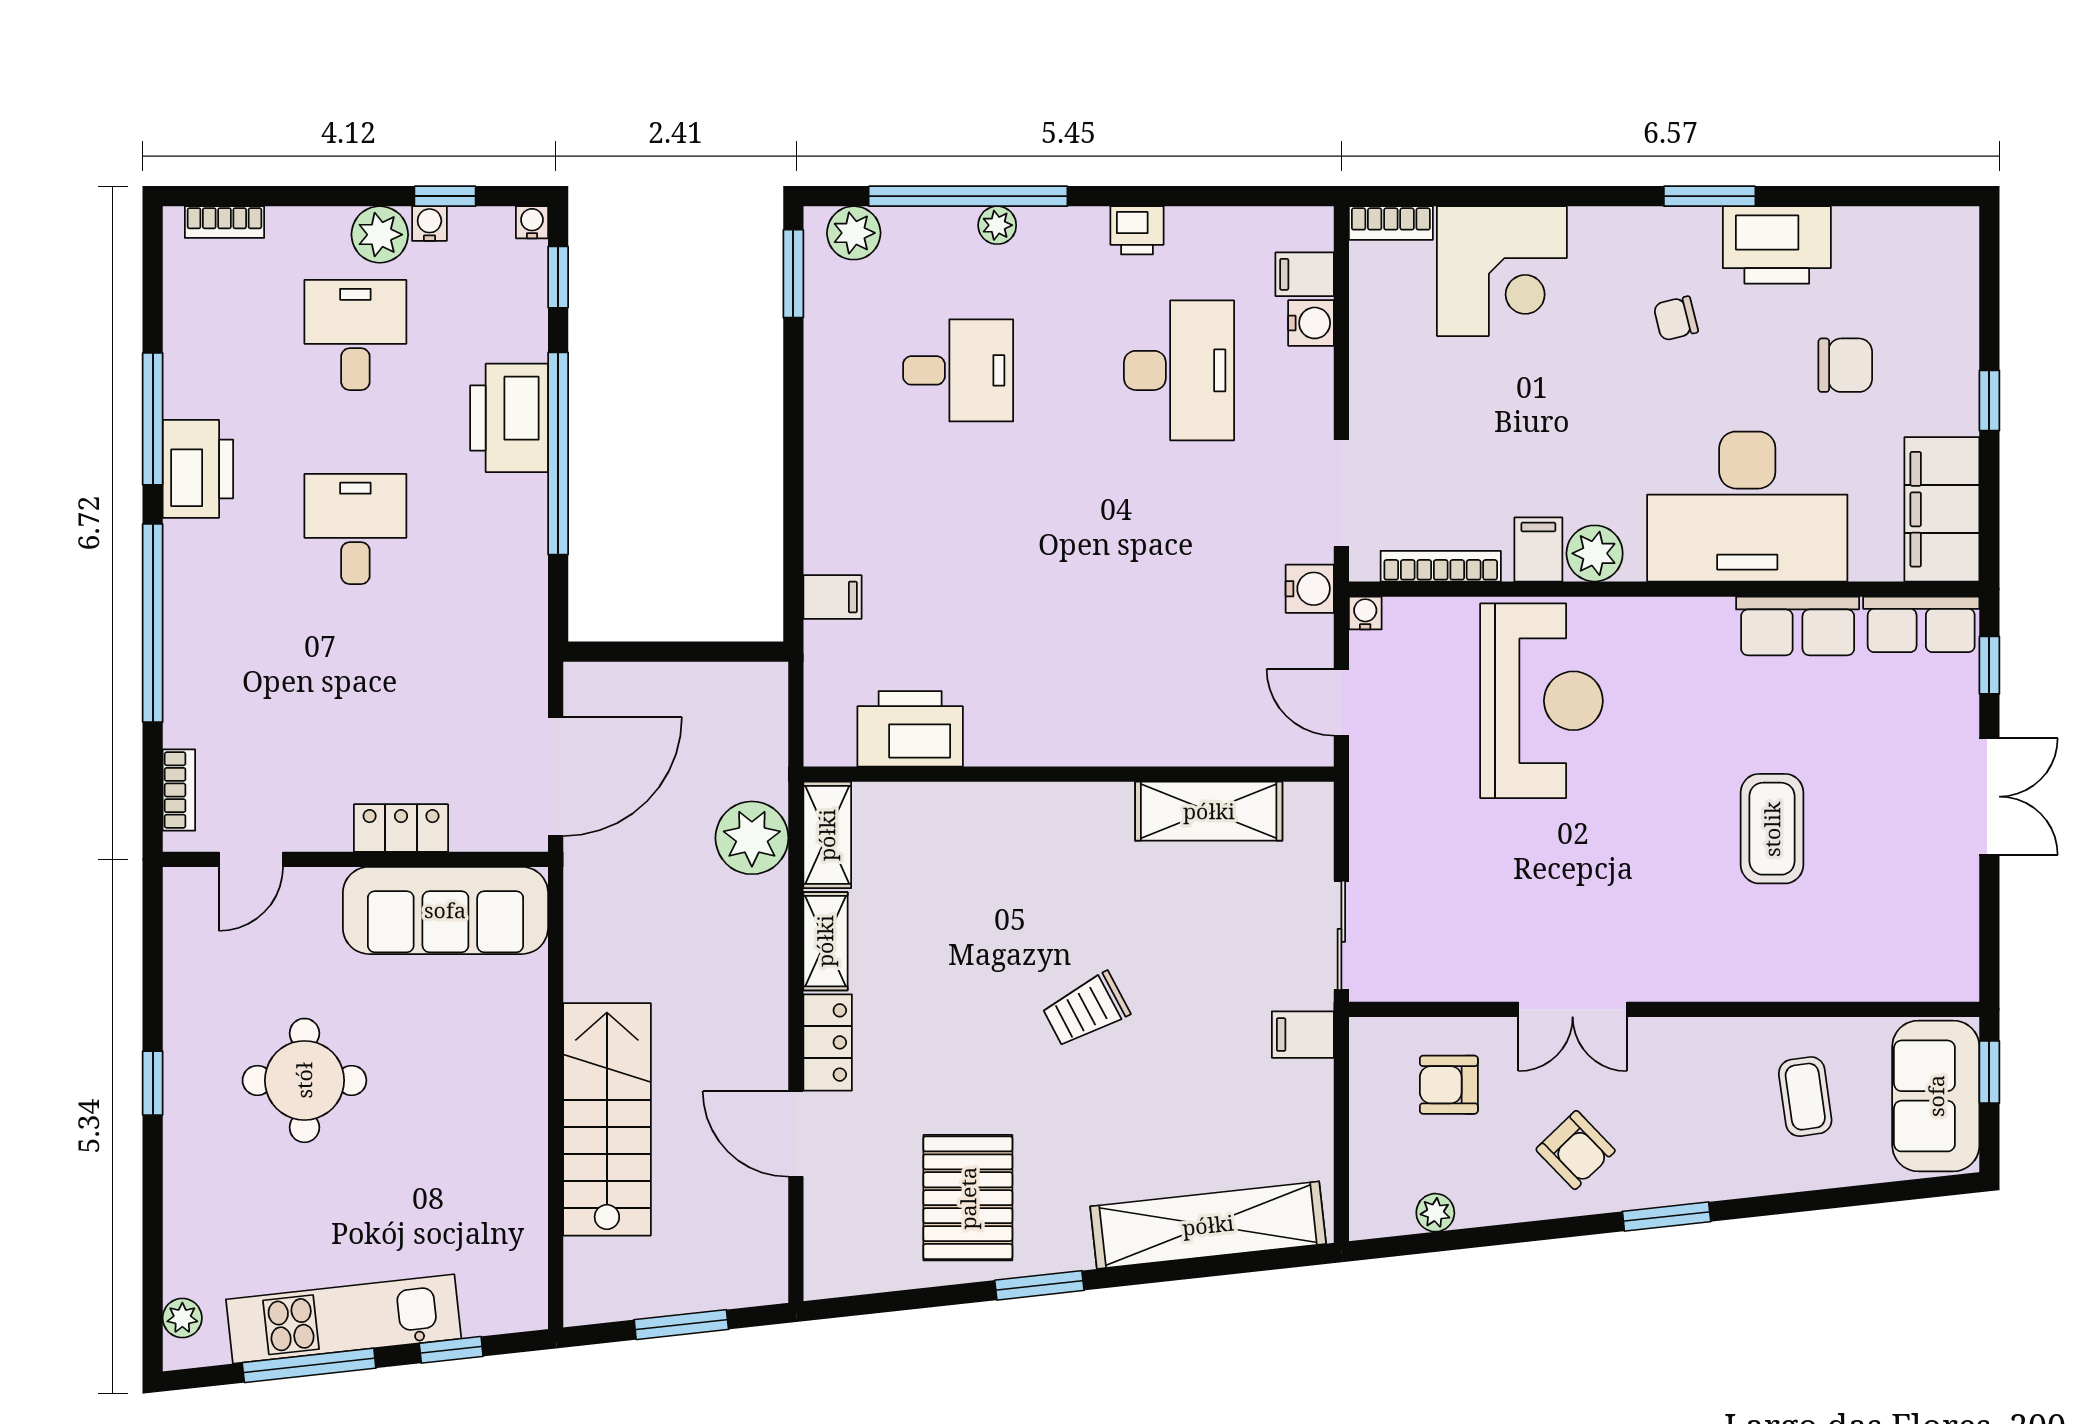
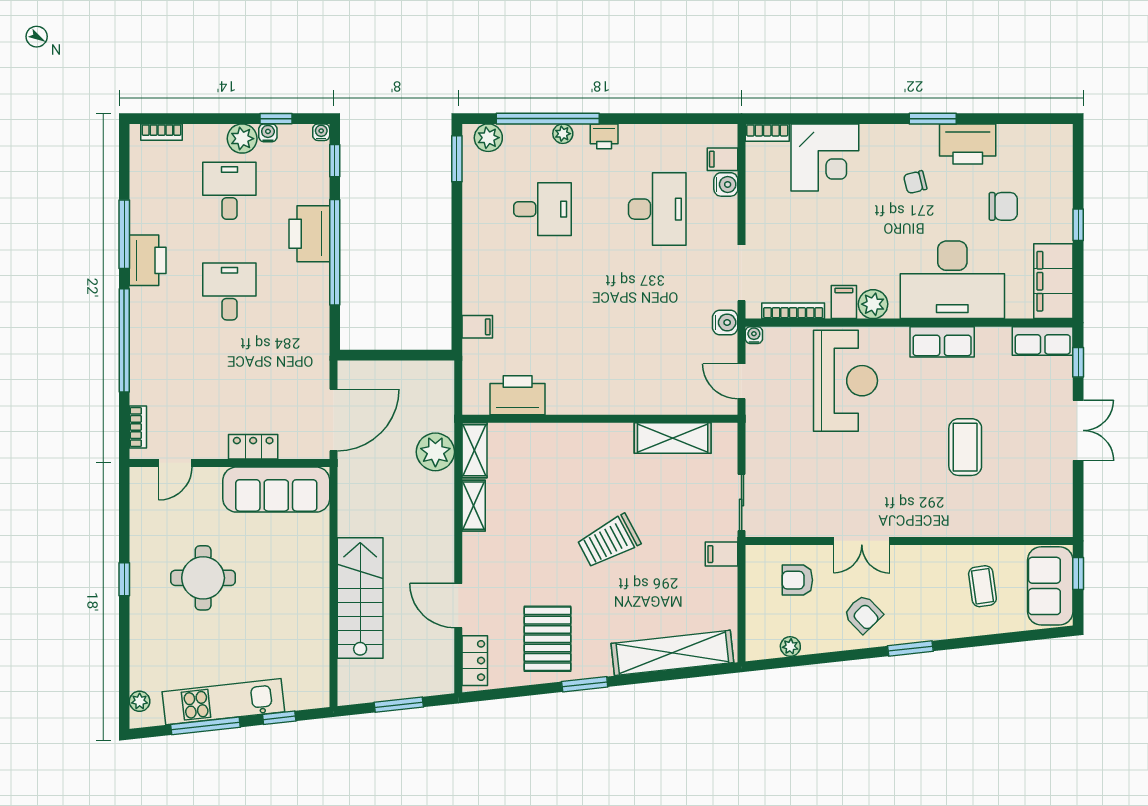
printer: (1137, 230) -> (604, 136), moved
row of seats: (1798, 626) -> (942, 342), moved
trolley: (1086, 1010) -> (609, 541), width x1.36, depth x1.39
locker: (828, 1042) -> (475, 661), moved

